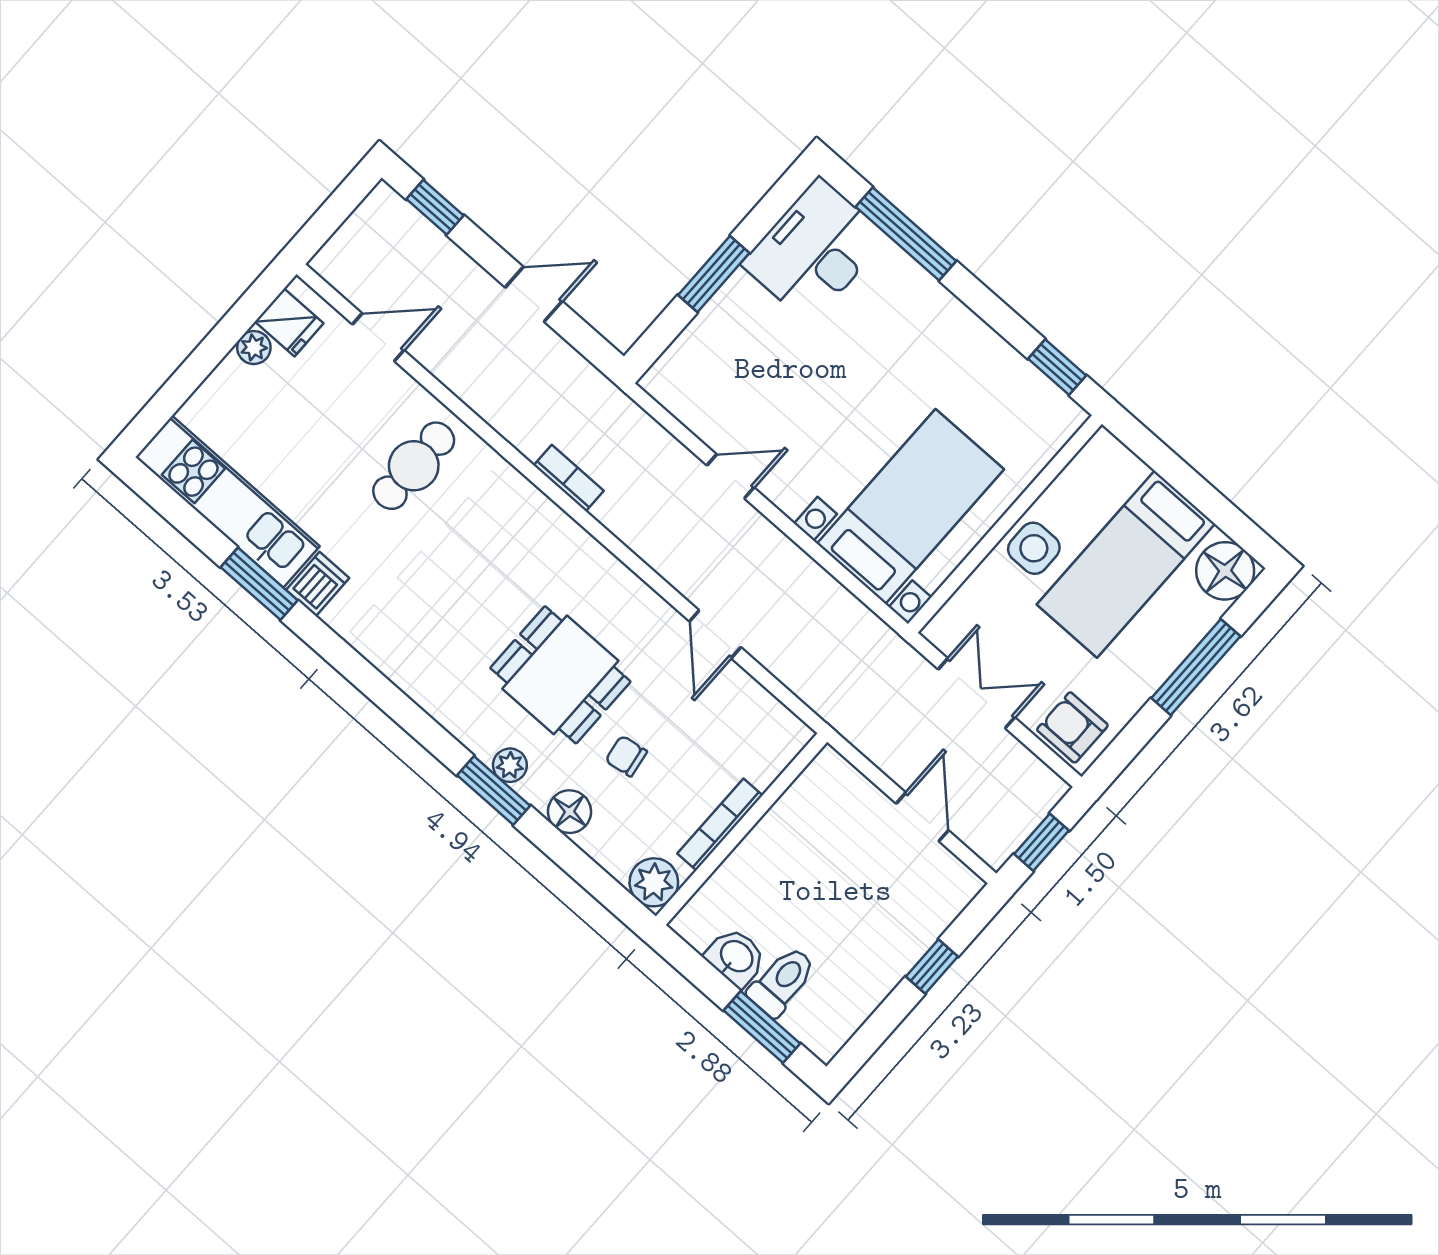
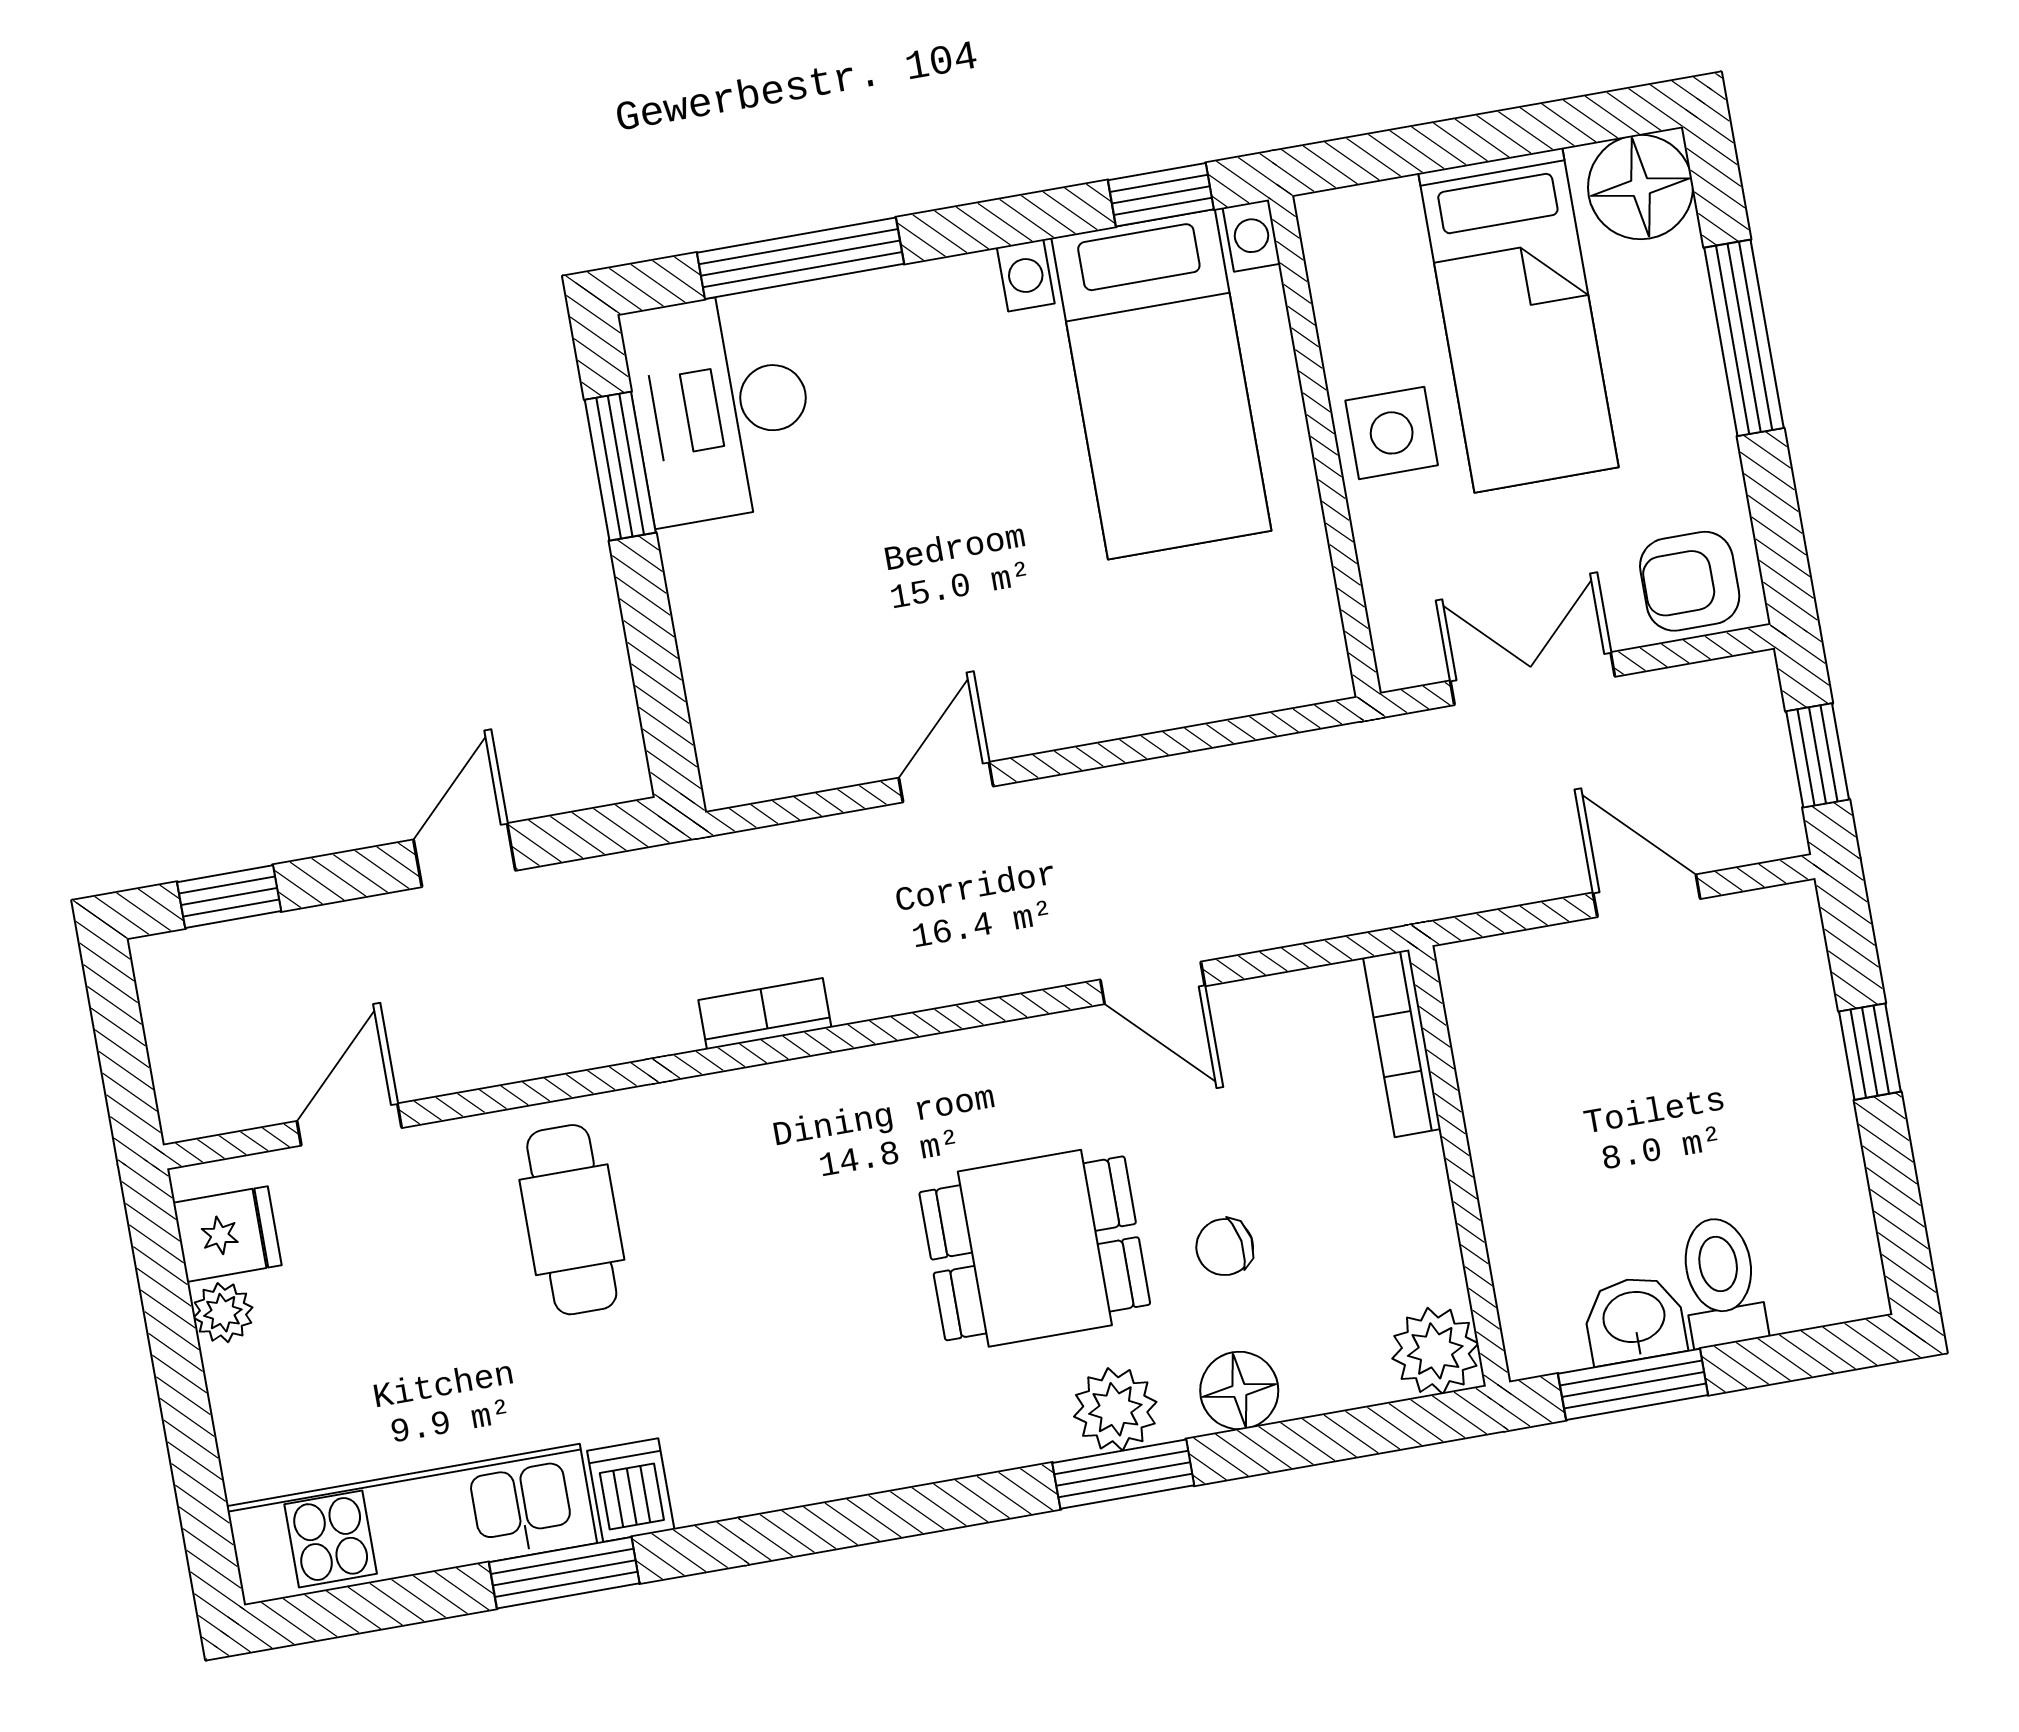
window: (714, 274) -> (620, 466), moved
bed with nightstands: (910, 506) -> (1161, 384), moved, turned 180
plant: (510, 765) -> (1115, 1409), width x1.38, depth x1.38
bookcase: (720, 824) -> (1402, 1043), moved
window: (762, 1027) -> (1633, 1384), moved

